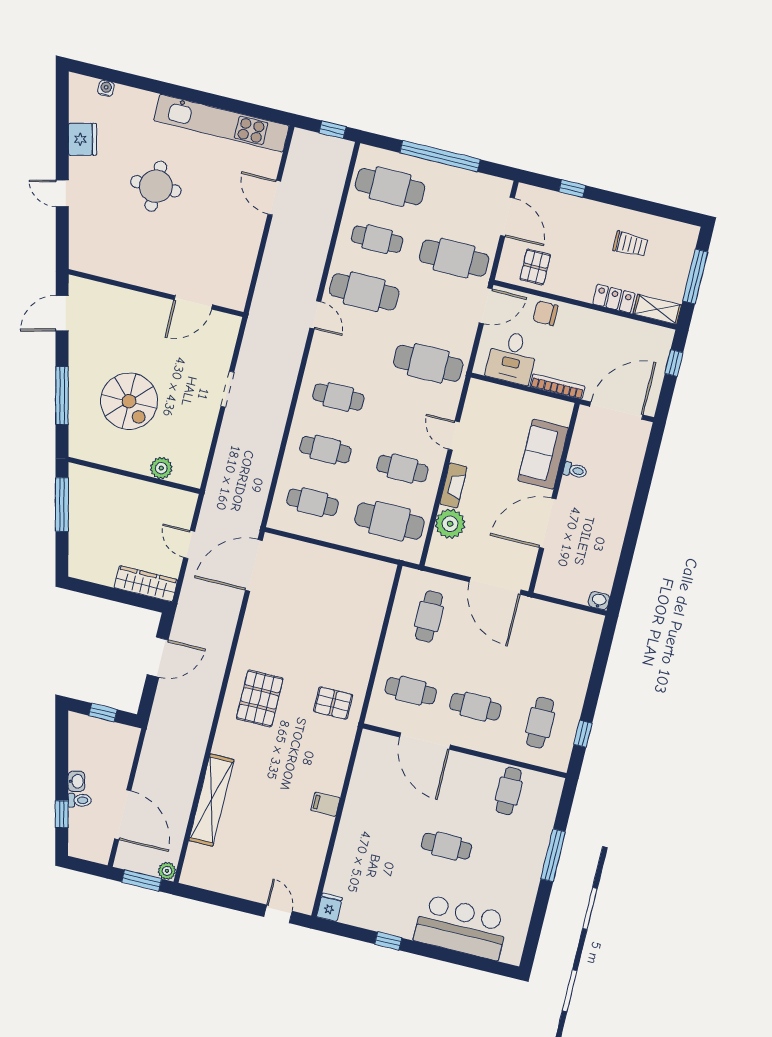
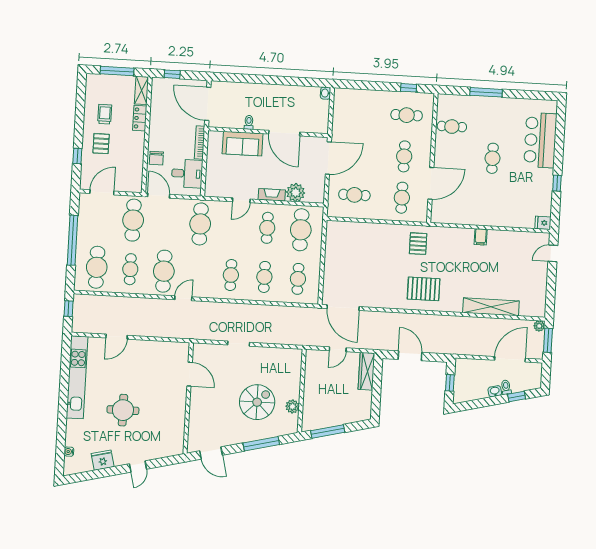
pallet: (535, 267) -> (101, 144), moved, turned 90
plant: (161, 468) -> (292, 406), moved

